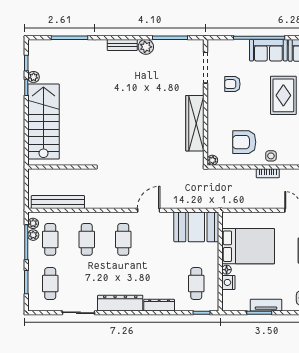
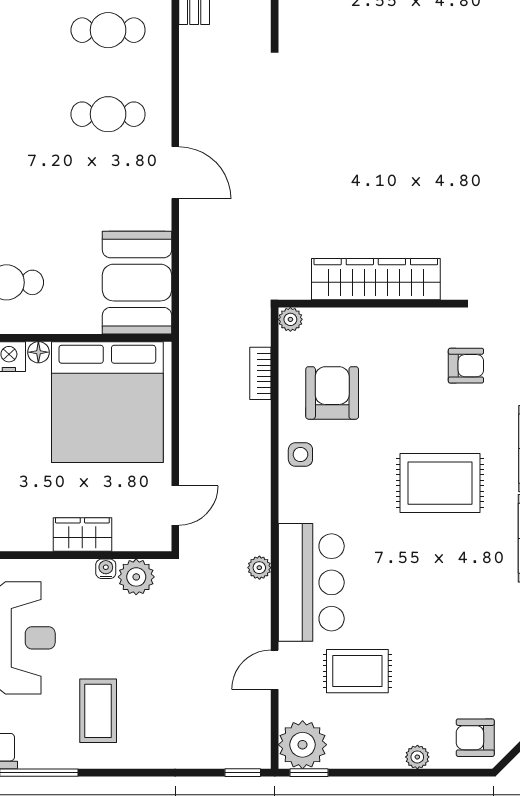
armchair: (232, 84) -> (466, 366), turned 90
bookcase: (268, 173) -> (260, 373), moved
bed: (248, 246) -> (107, 402), width x1.36

